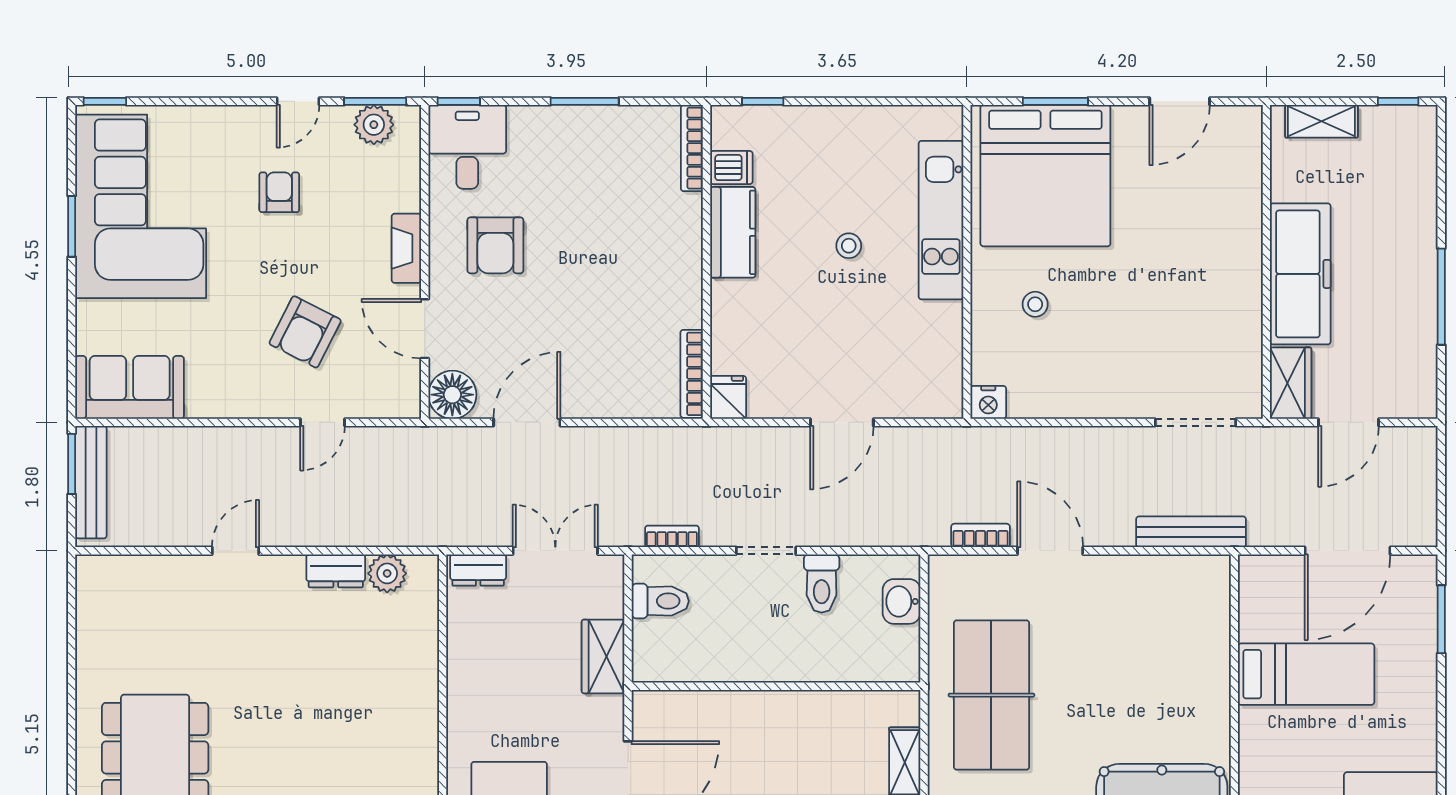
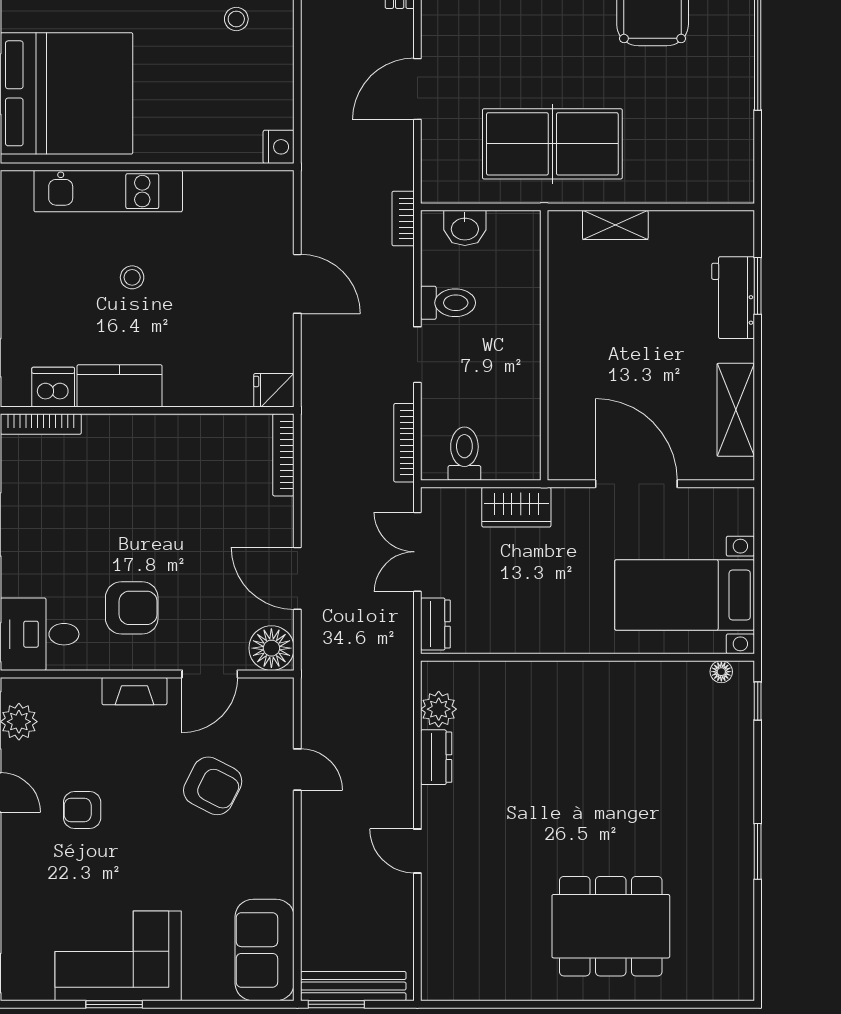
dishwasher: (731, 168) -> (53, 387), width x1.38
corner sofa: (141, 206) -> (118, 956), width x0.73, depth x0.74
stool: (1035, 304) -> (236, 19), moved
bookcase: (692, 374) -> (283, 455), moved, turned 90
bookcase: (981, 535) -> (403, 219), moved
bookcase: (672, 536) -> (404, 443), width x1.56

